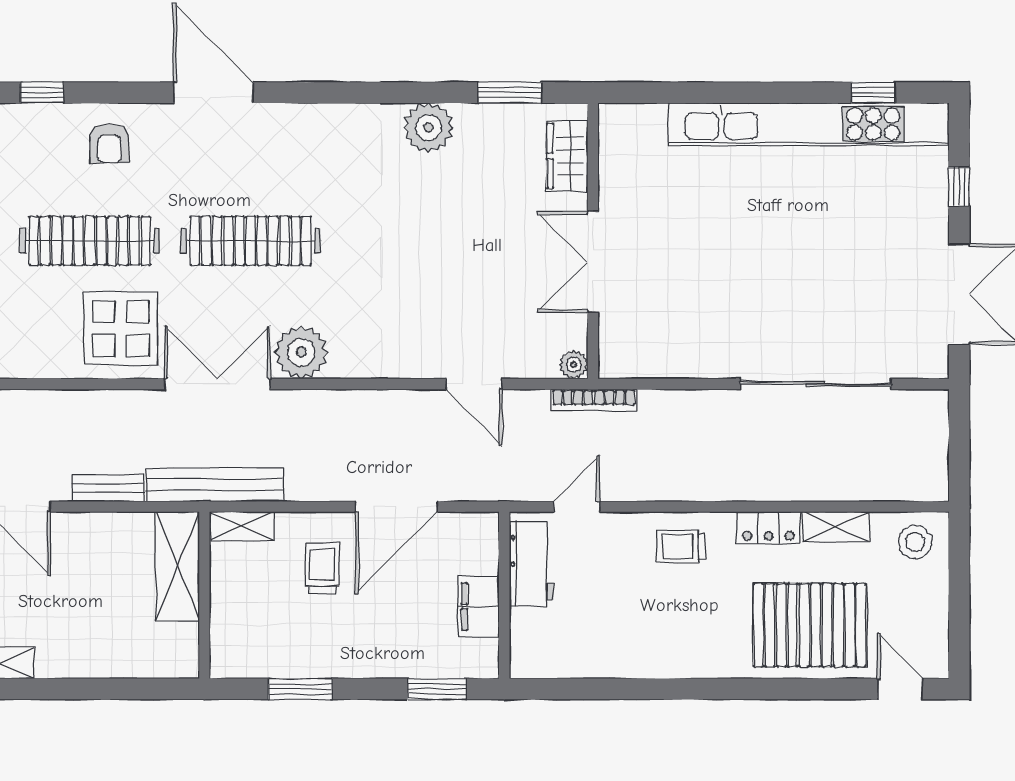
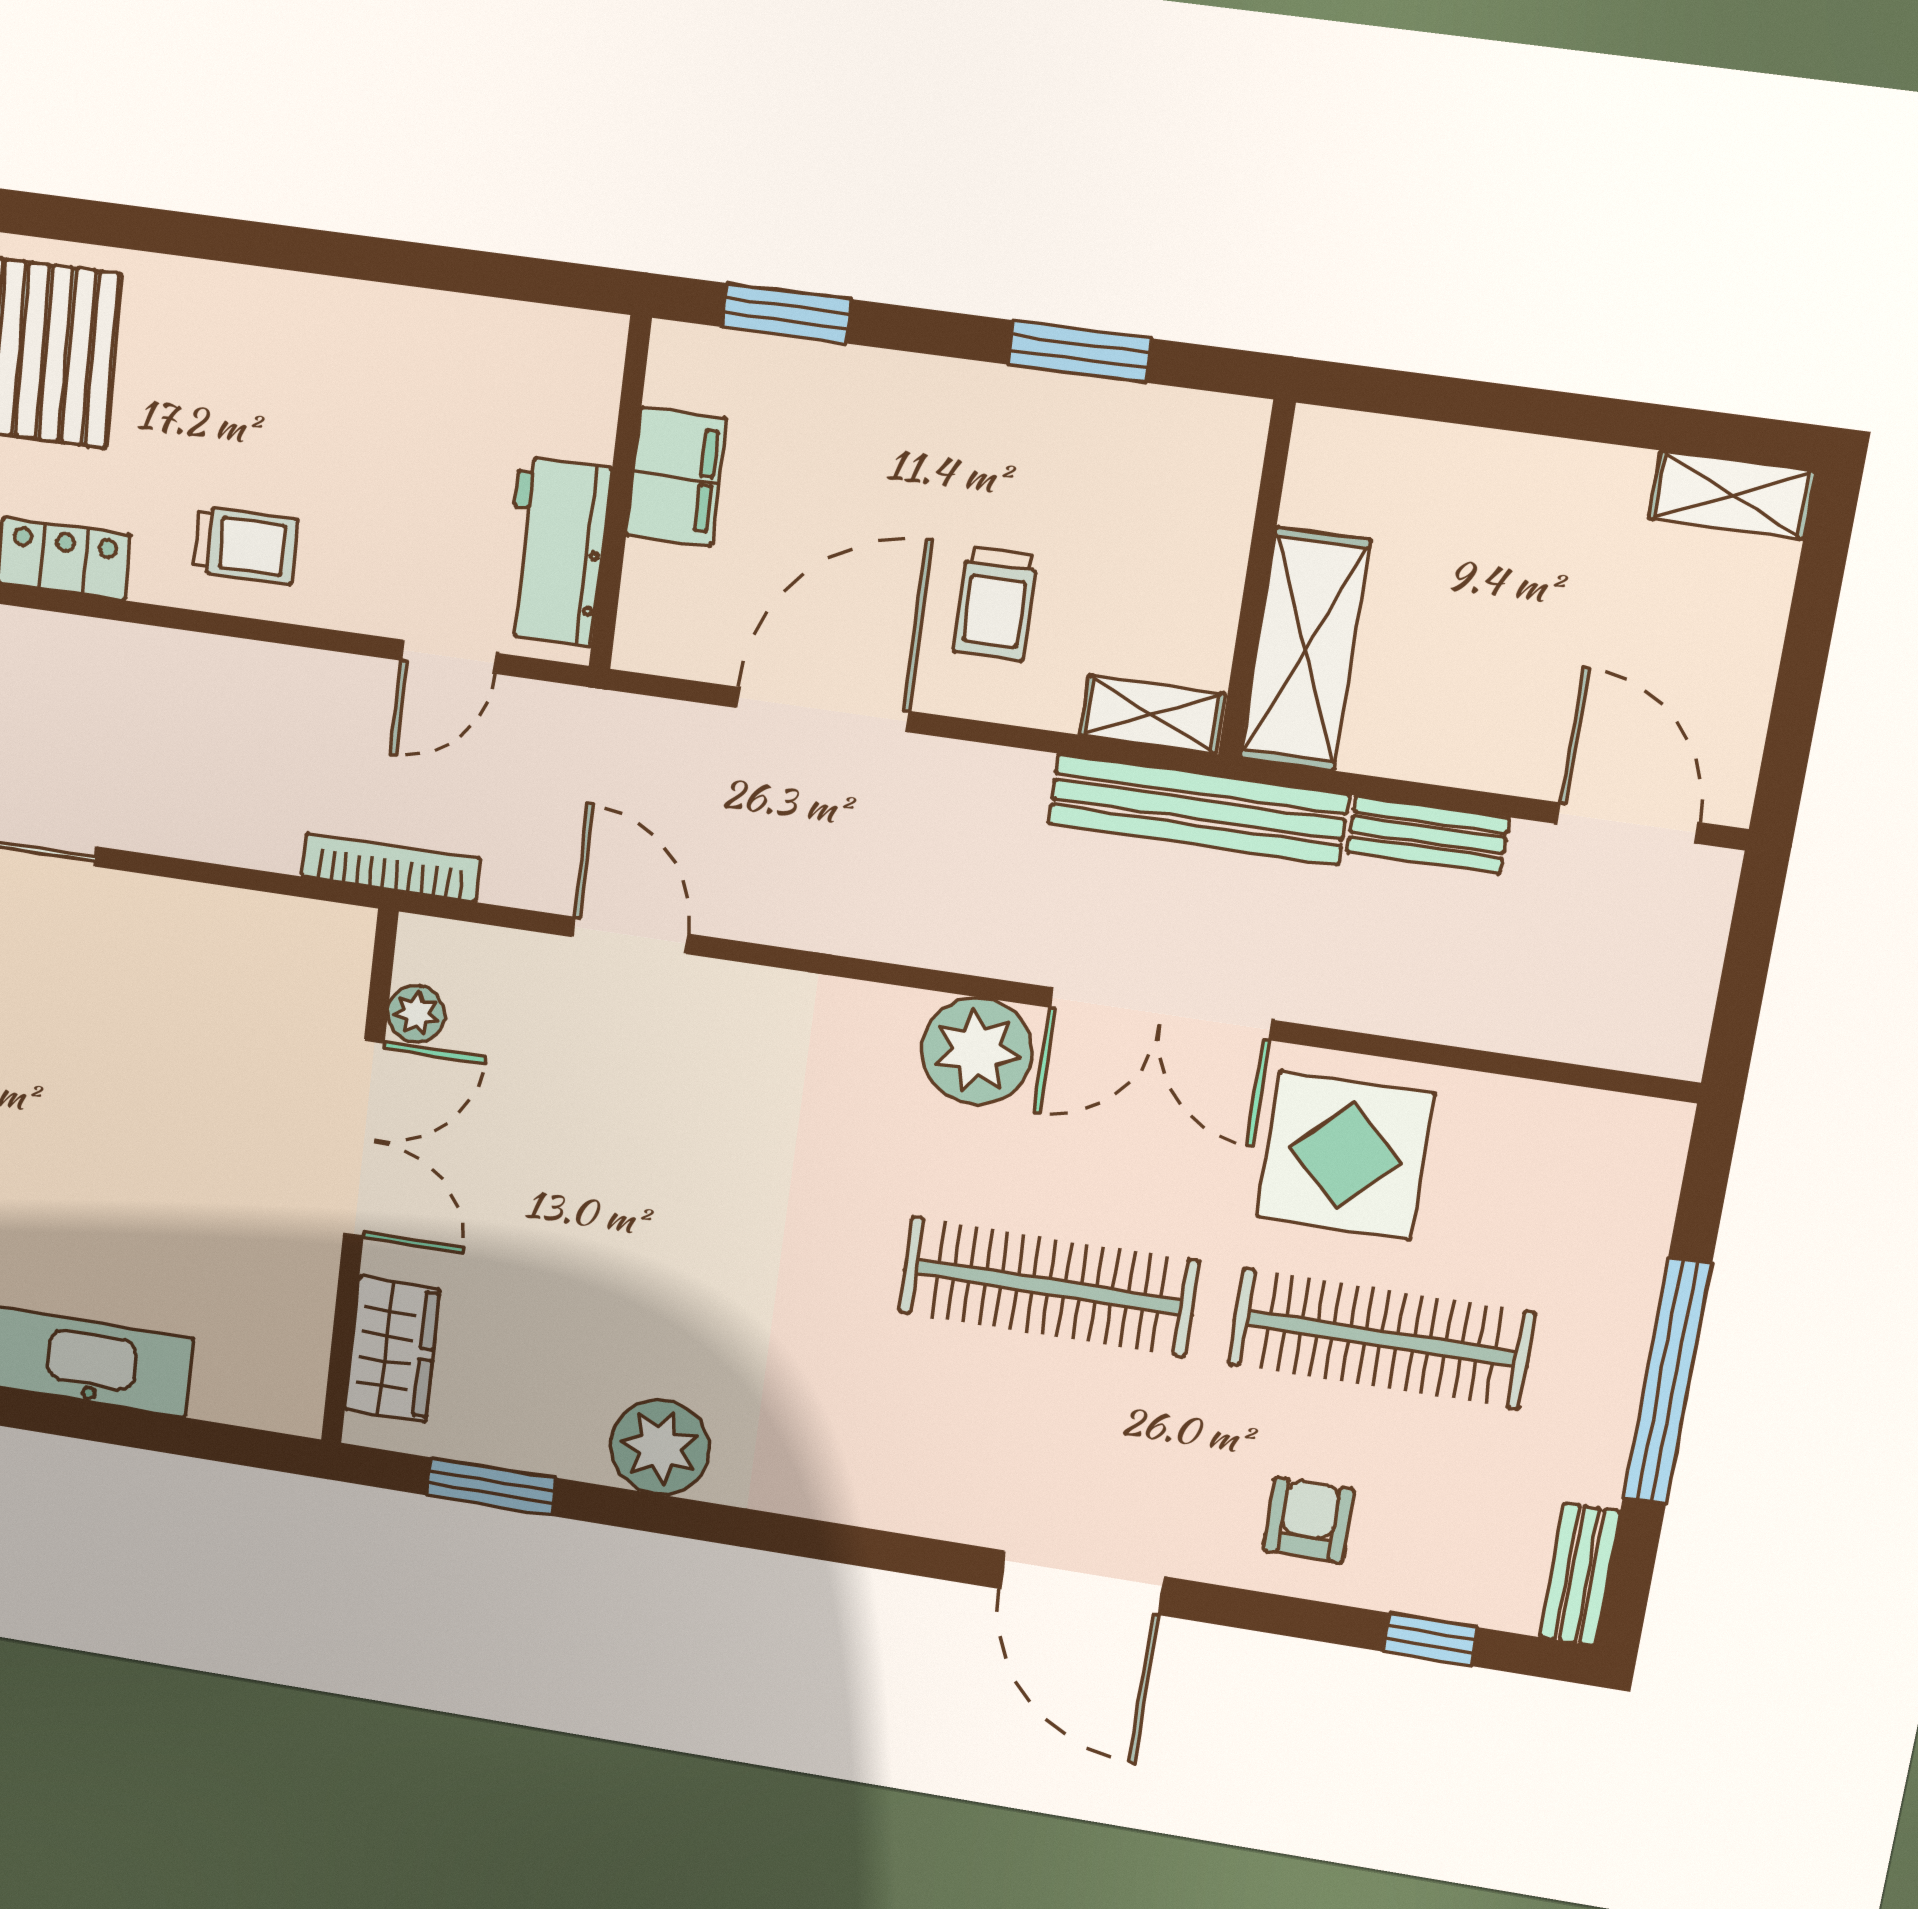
plant: (574, 365) -> (416, 1014), moved

